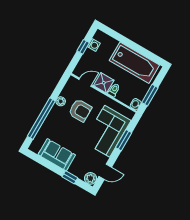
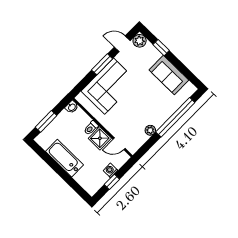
washing machine: (94, 45) -> (110, 170), moved
bathtub: (134, 63) -> (65, 158), width x0.73, depth x0.73
window: (150, 95) -> (46, 121), moved
armchair: (80, 110) -> (132, 116), removed
window: (124, 140) -> (102, 64), moved

